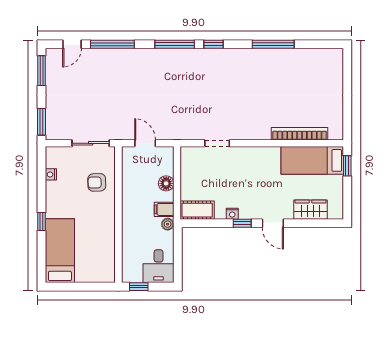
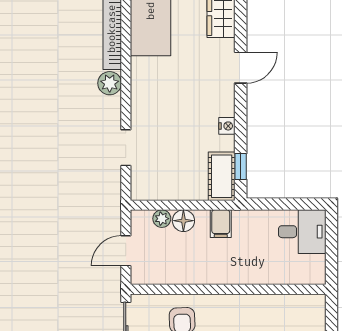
plant: (262, 132) -> (110, 83), added
window: (242, 223) -> (241, 166), moved
plant: (168, 224) -> (162, 219), moved
window: (139, 287) -> (331, 260), removed

